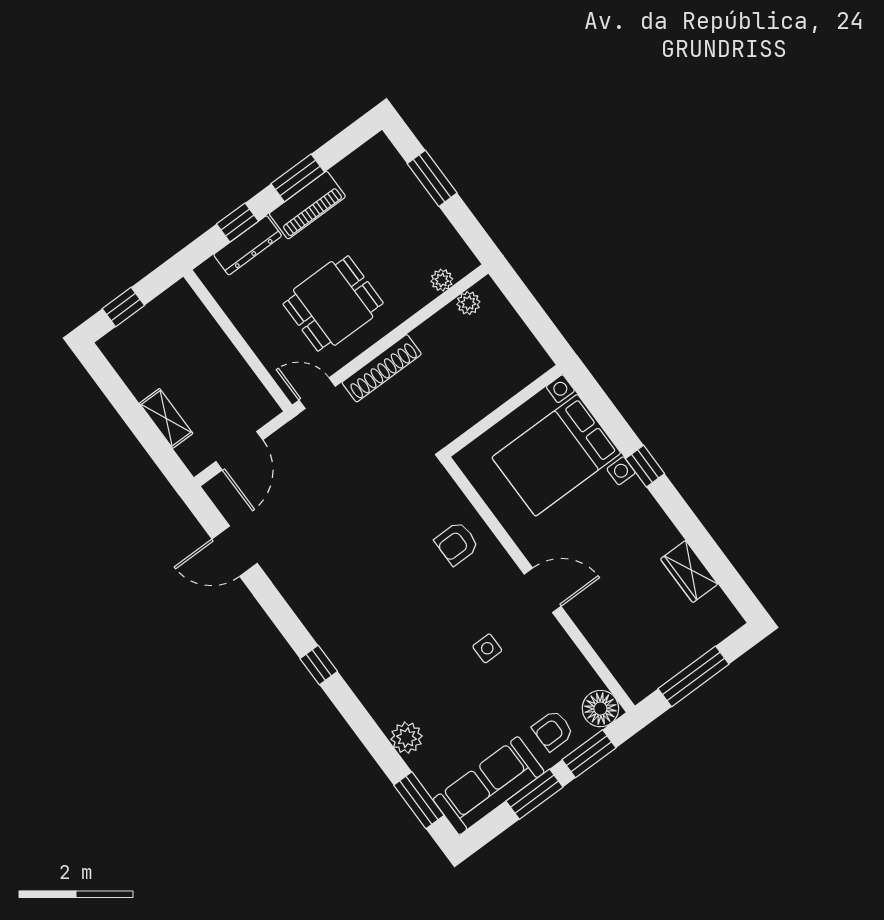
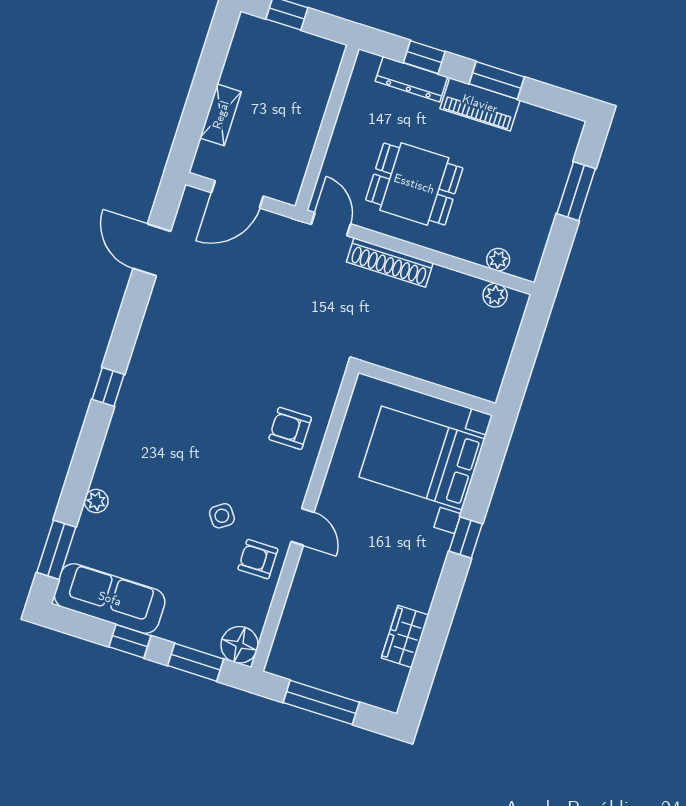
door: (543, 590) -> (303, 527), width x0.73
side table: (487, 648) -> (222, 516), turned -35
armchair: (553, 731) -> (258, 559), moved
plant: (407, 738) -> (96, 501), width x0.73, depth x0.73
window: (534, 794) -> (130, 641), width x0.67

